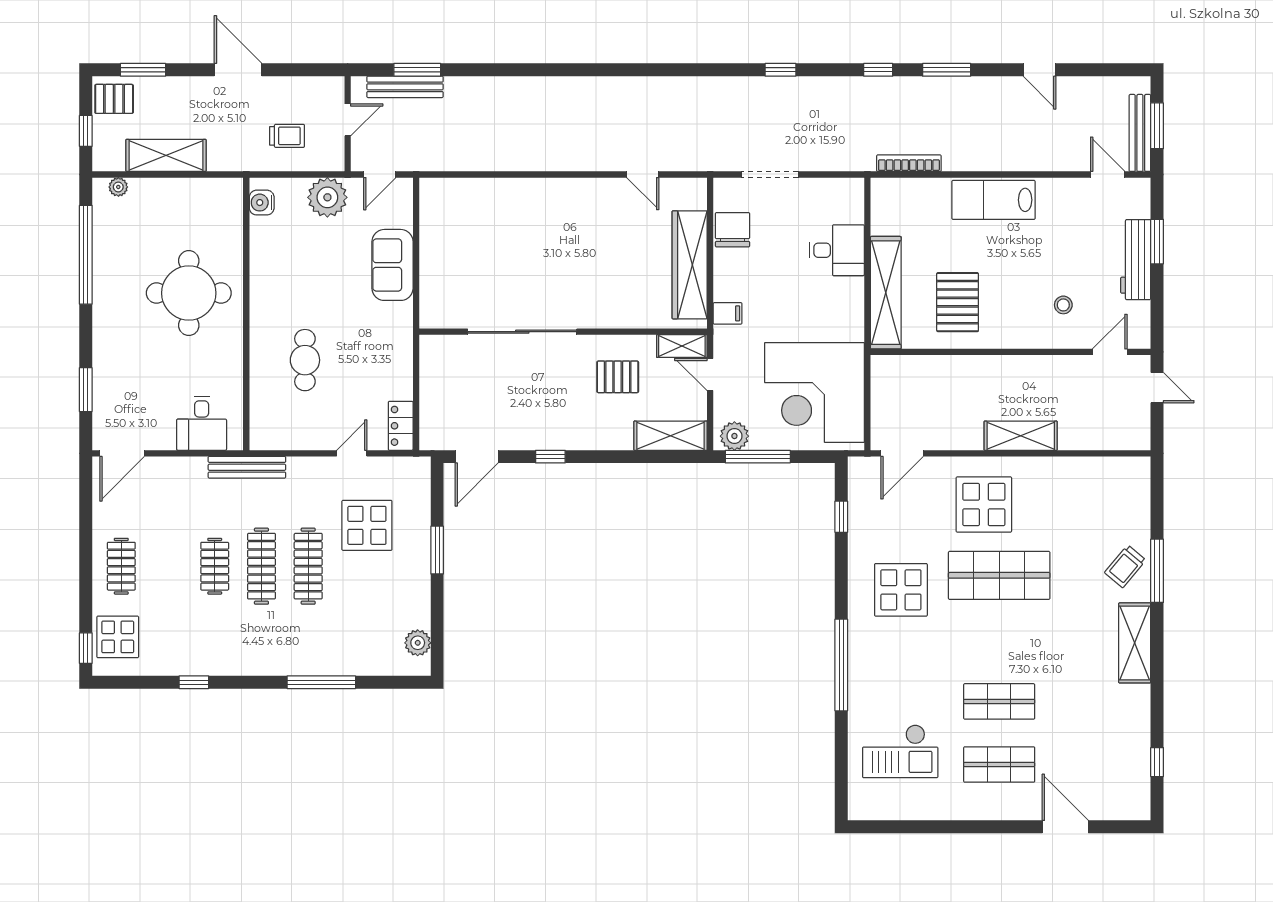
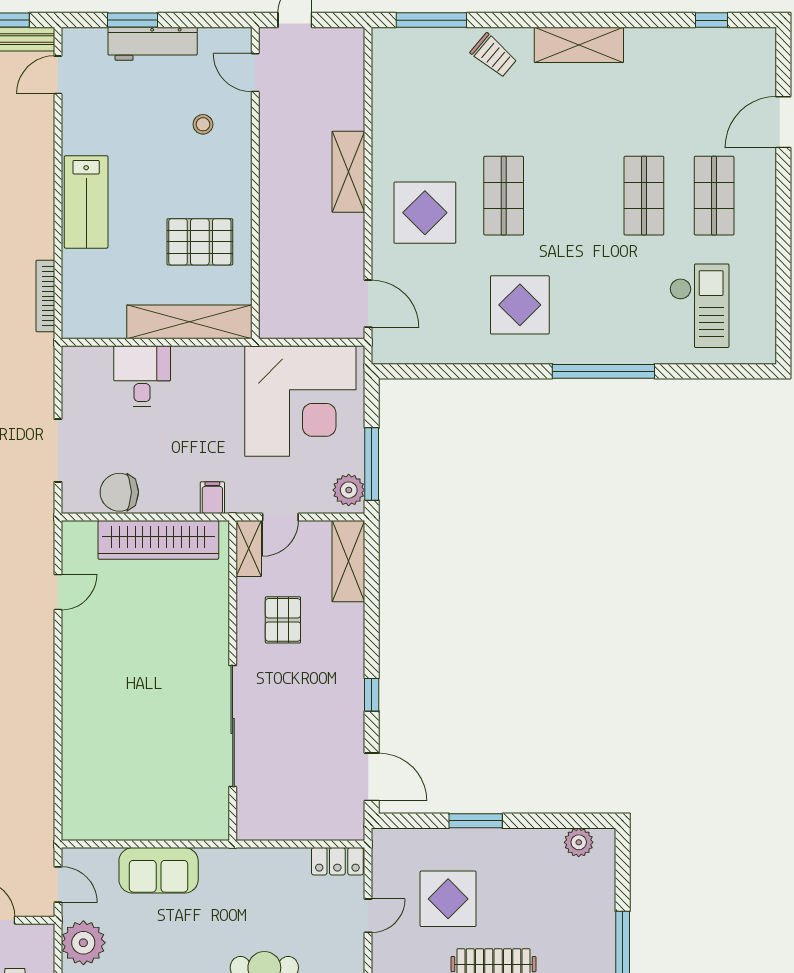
door: (352, 453) -> (368, 916), swing flipped
window: (841, 517) -> (439, 371), removed
window: (1157, 571) -> (431, 20), moved
shop shelf: (999, 575) -> (504, 196), width x0.70, depth x0.74

